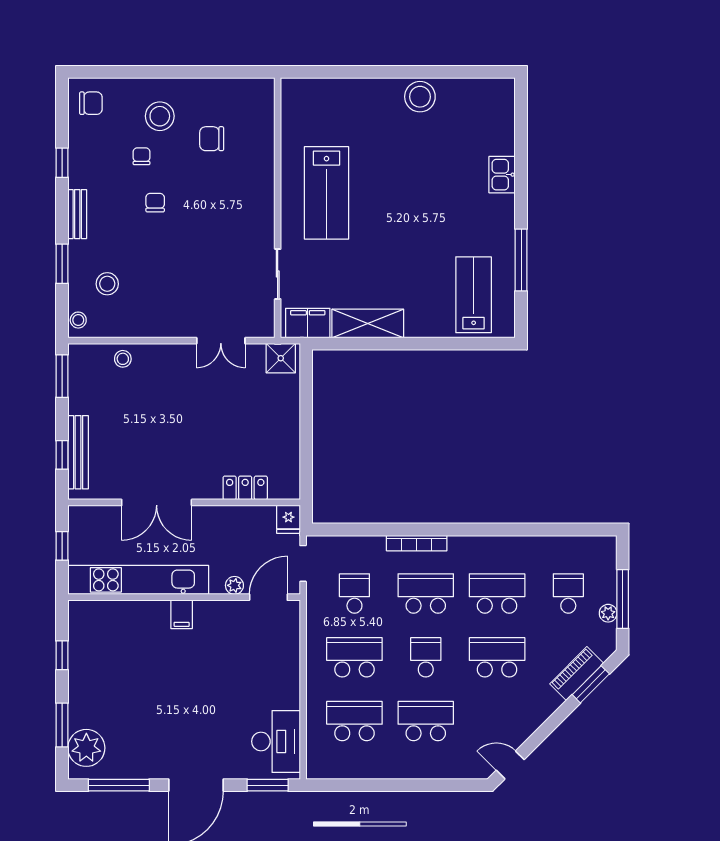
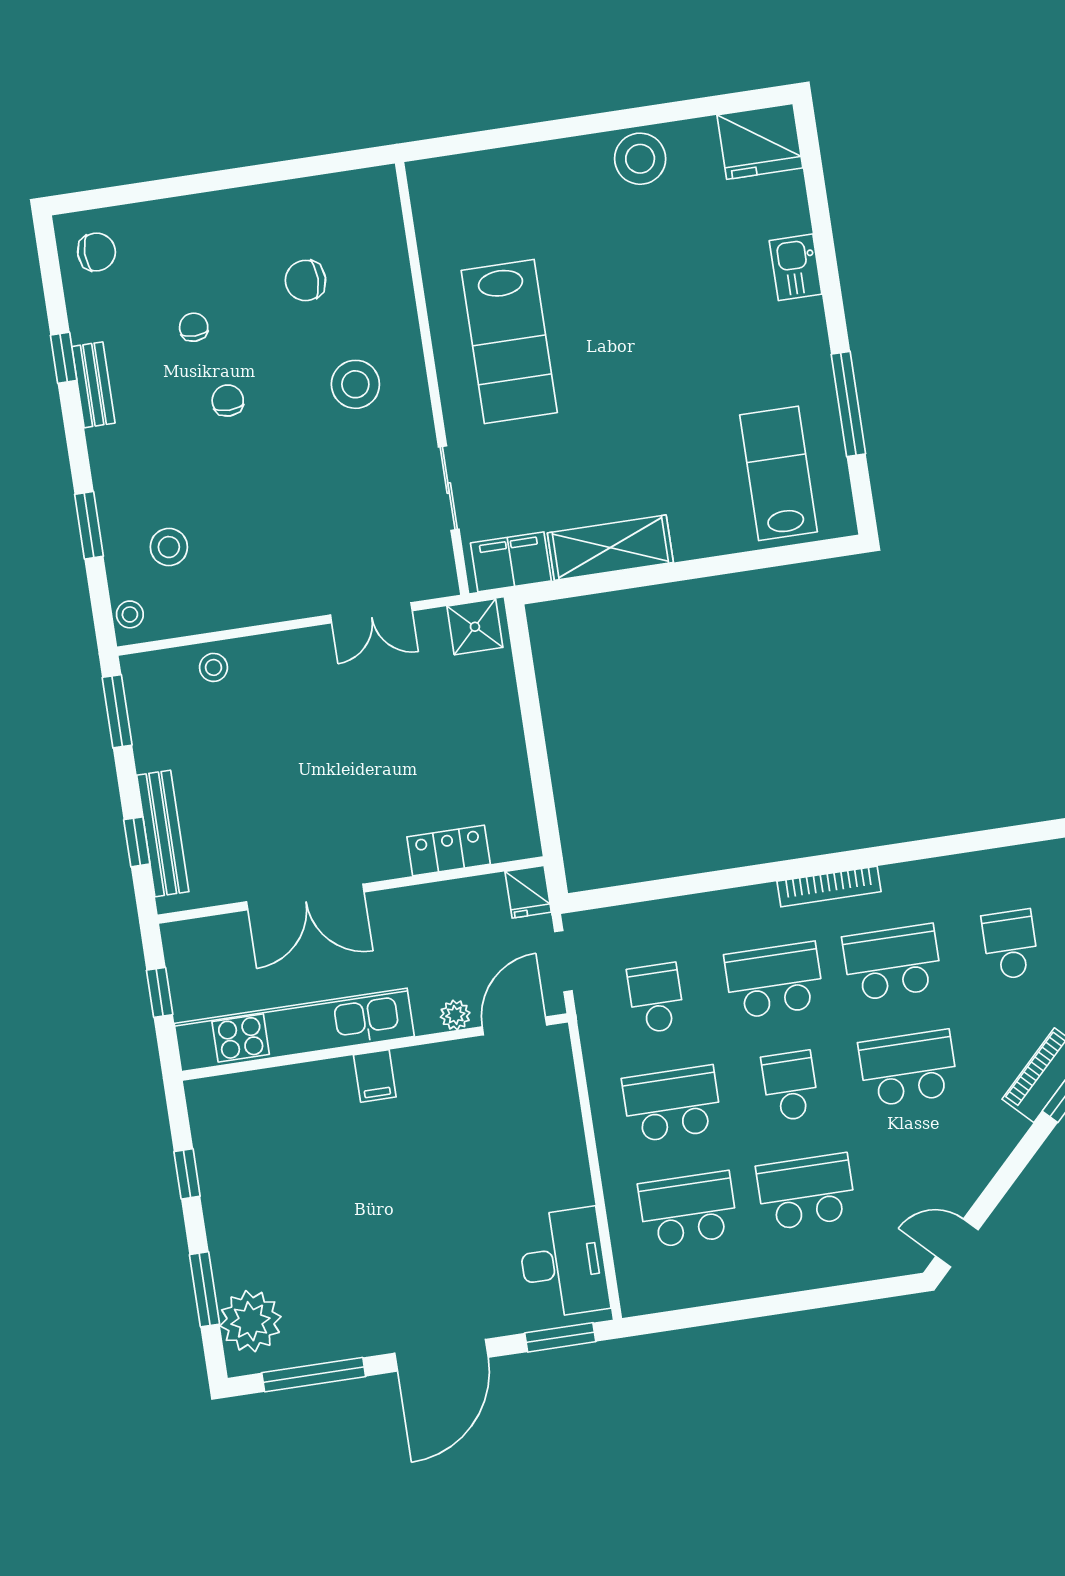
fridge: (492, 97) -> (760, 141), added
stool: (160, 116) -> (355, 384), moved
bench: (77, 214) -> (93, 385), moved
bookcase: (417, 543) -> (829, 886), moved

